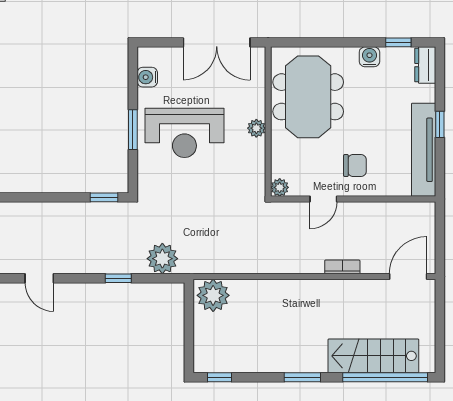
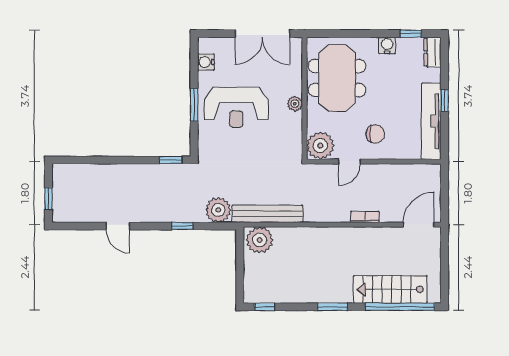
plant: (280, 187) -> (320, 146), width x1.87, depth x1.87
bench: (223, 263) -> (267, 214), added

